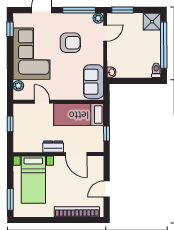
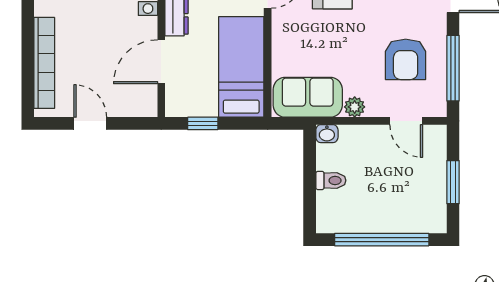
window: (122, 10) -> (453, 182), moved
plant: (98, 18) -> (355, 107), moved
shower: (152, 22) -> (429, 216), removed
armchair: (70, 43) -> (406, 59), moved
toilet: (156, 70) -> (331, 180), moved

